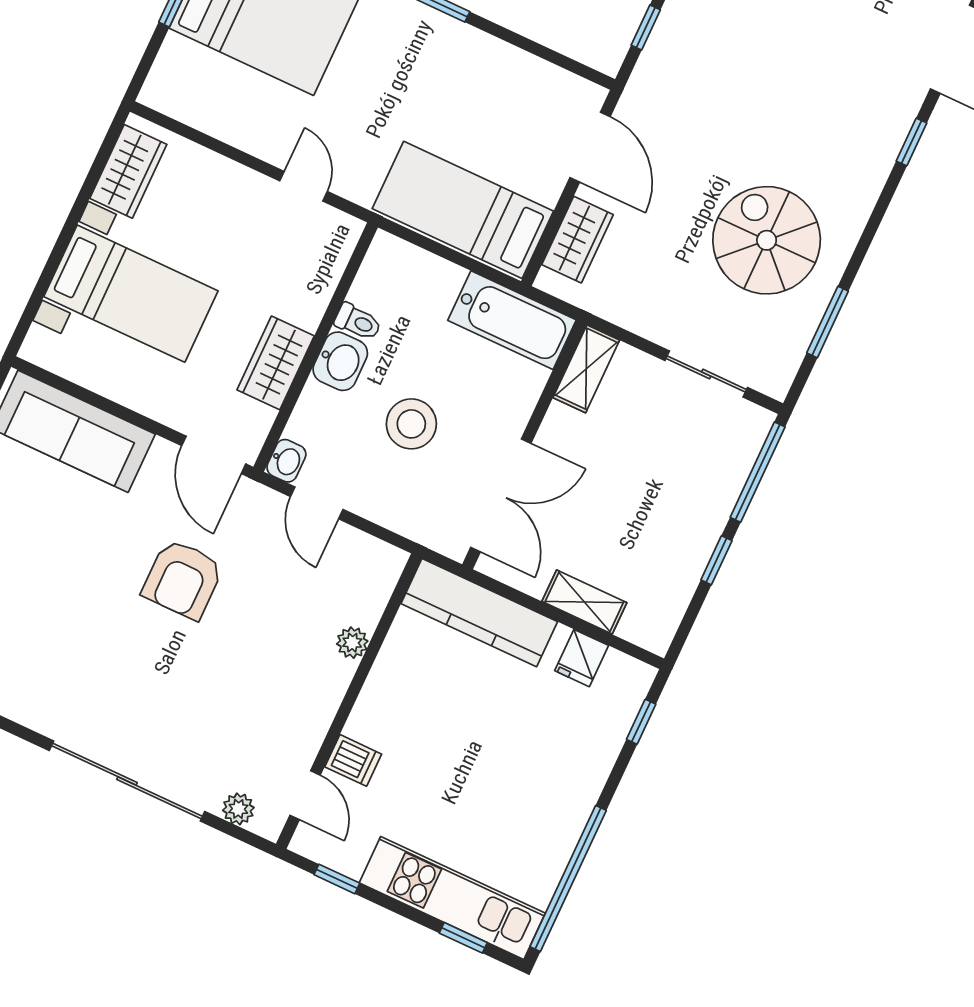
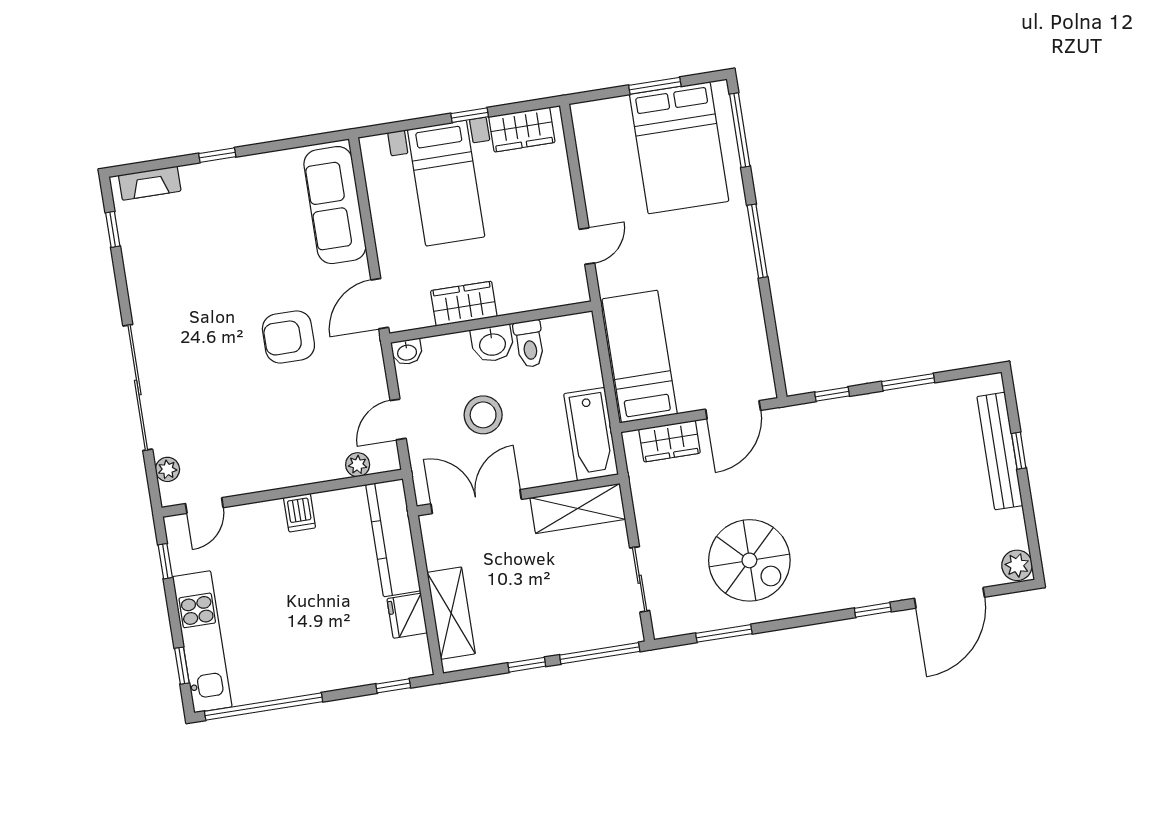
window: (74, 218) -> (470, 115), added
spiral stairs: (767, 240) -> (749, 560), turned 90
toilet: (358, 322) -> (529, 344), width x1.37, depth x1.39
shelving: (586, 369) -> (578, 508), width x1.50, depth x1.33
double door: (501, 495) -> (476, 502), swing flipped
door: (317, 503) -> (398, 419), moved
shelving: (584, 602) -> (451, 613), width x1.50, depth x1.33
plant: (352, 643) -> (358, 465), moved
fridge: (582, 658) -> (407, 616), width x1.38
dishwasher: (353, 760) -> (300, 513), moved

